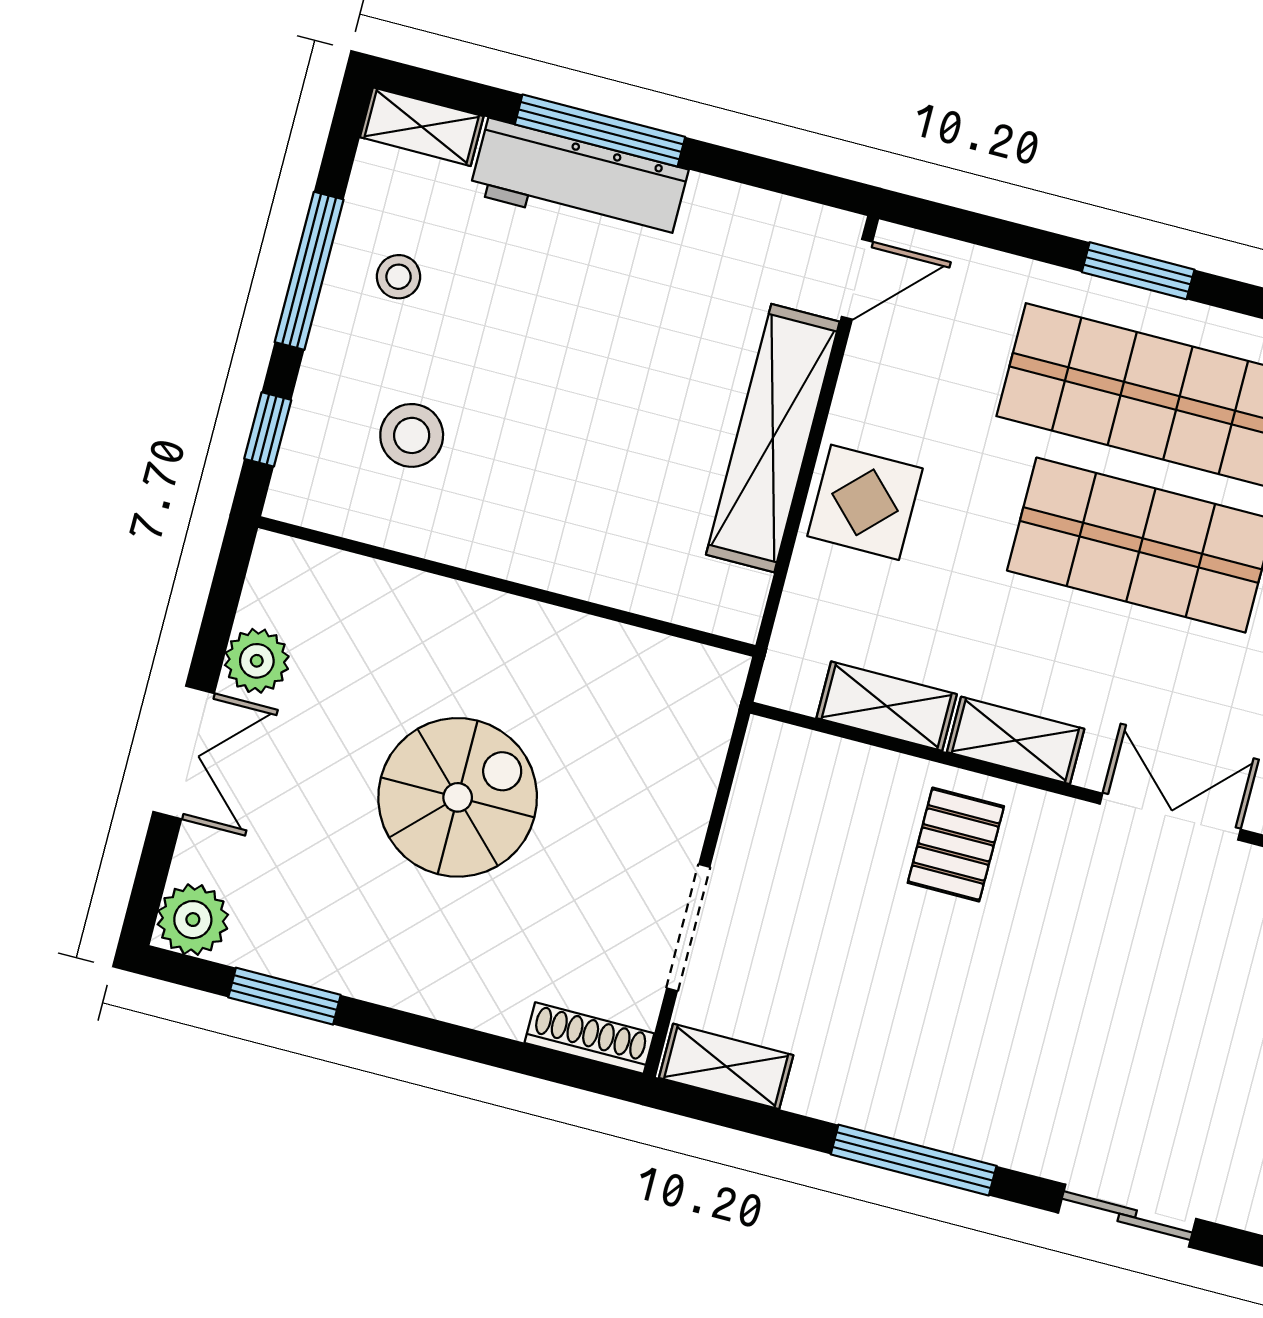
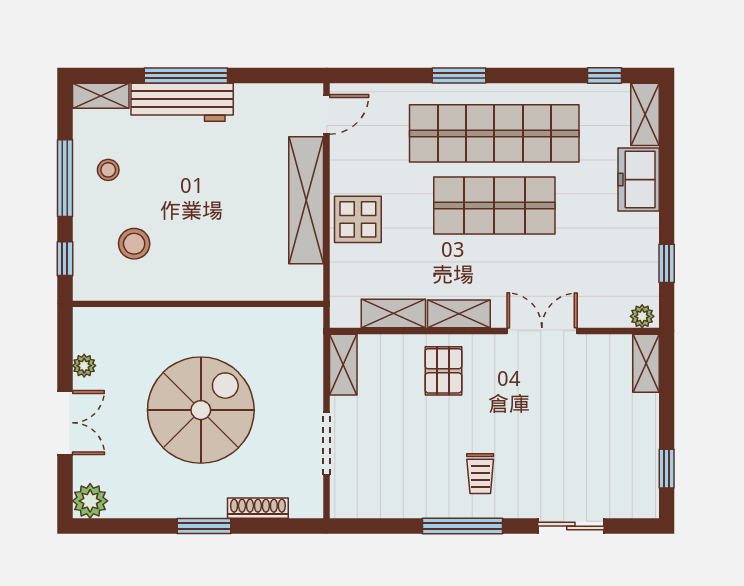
plant: (257, 661) -> (84, 366), width x0.73, depth x0.73
spiral stairs: (458, 797) -> (201, 410), width x1.37, depth x1.37
window: (285, 996) -> (204, 526), moved
shoe rack: (589, 1038) -> (258, 508), moved
shelving: (726, 1066) -> (343, 365), moved, turned 90
trolley: (975, 1066) -> (480, 474), added

